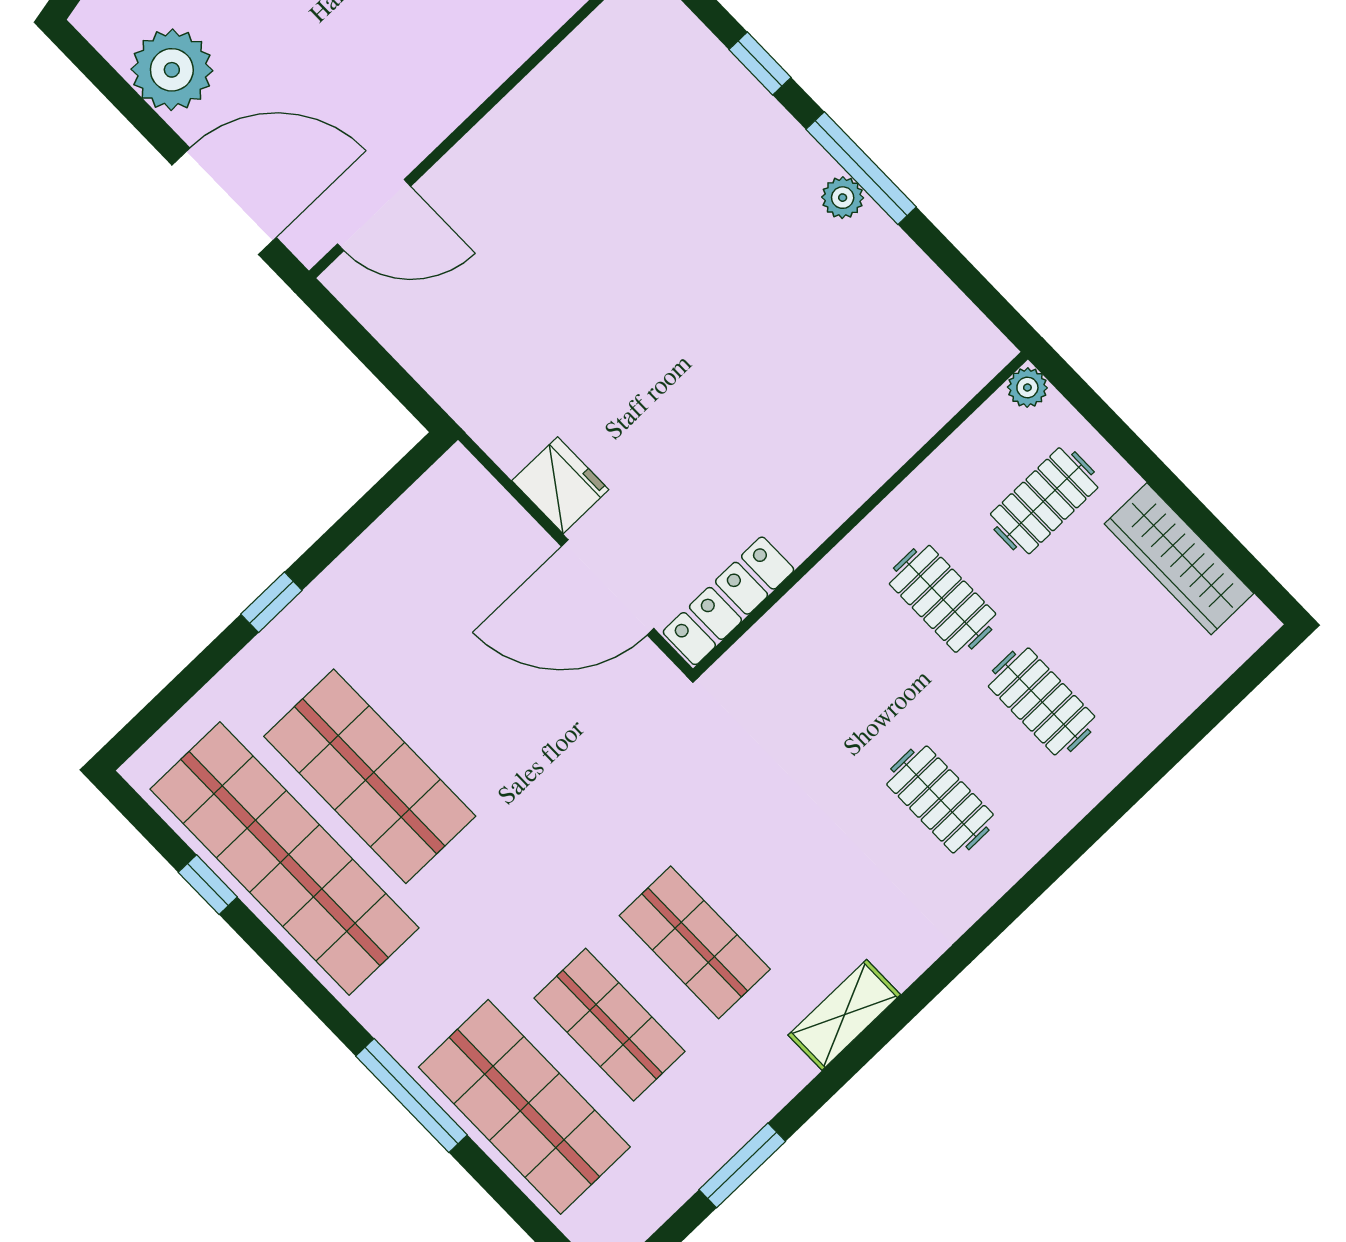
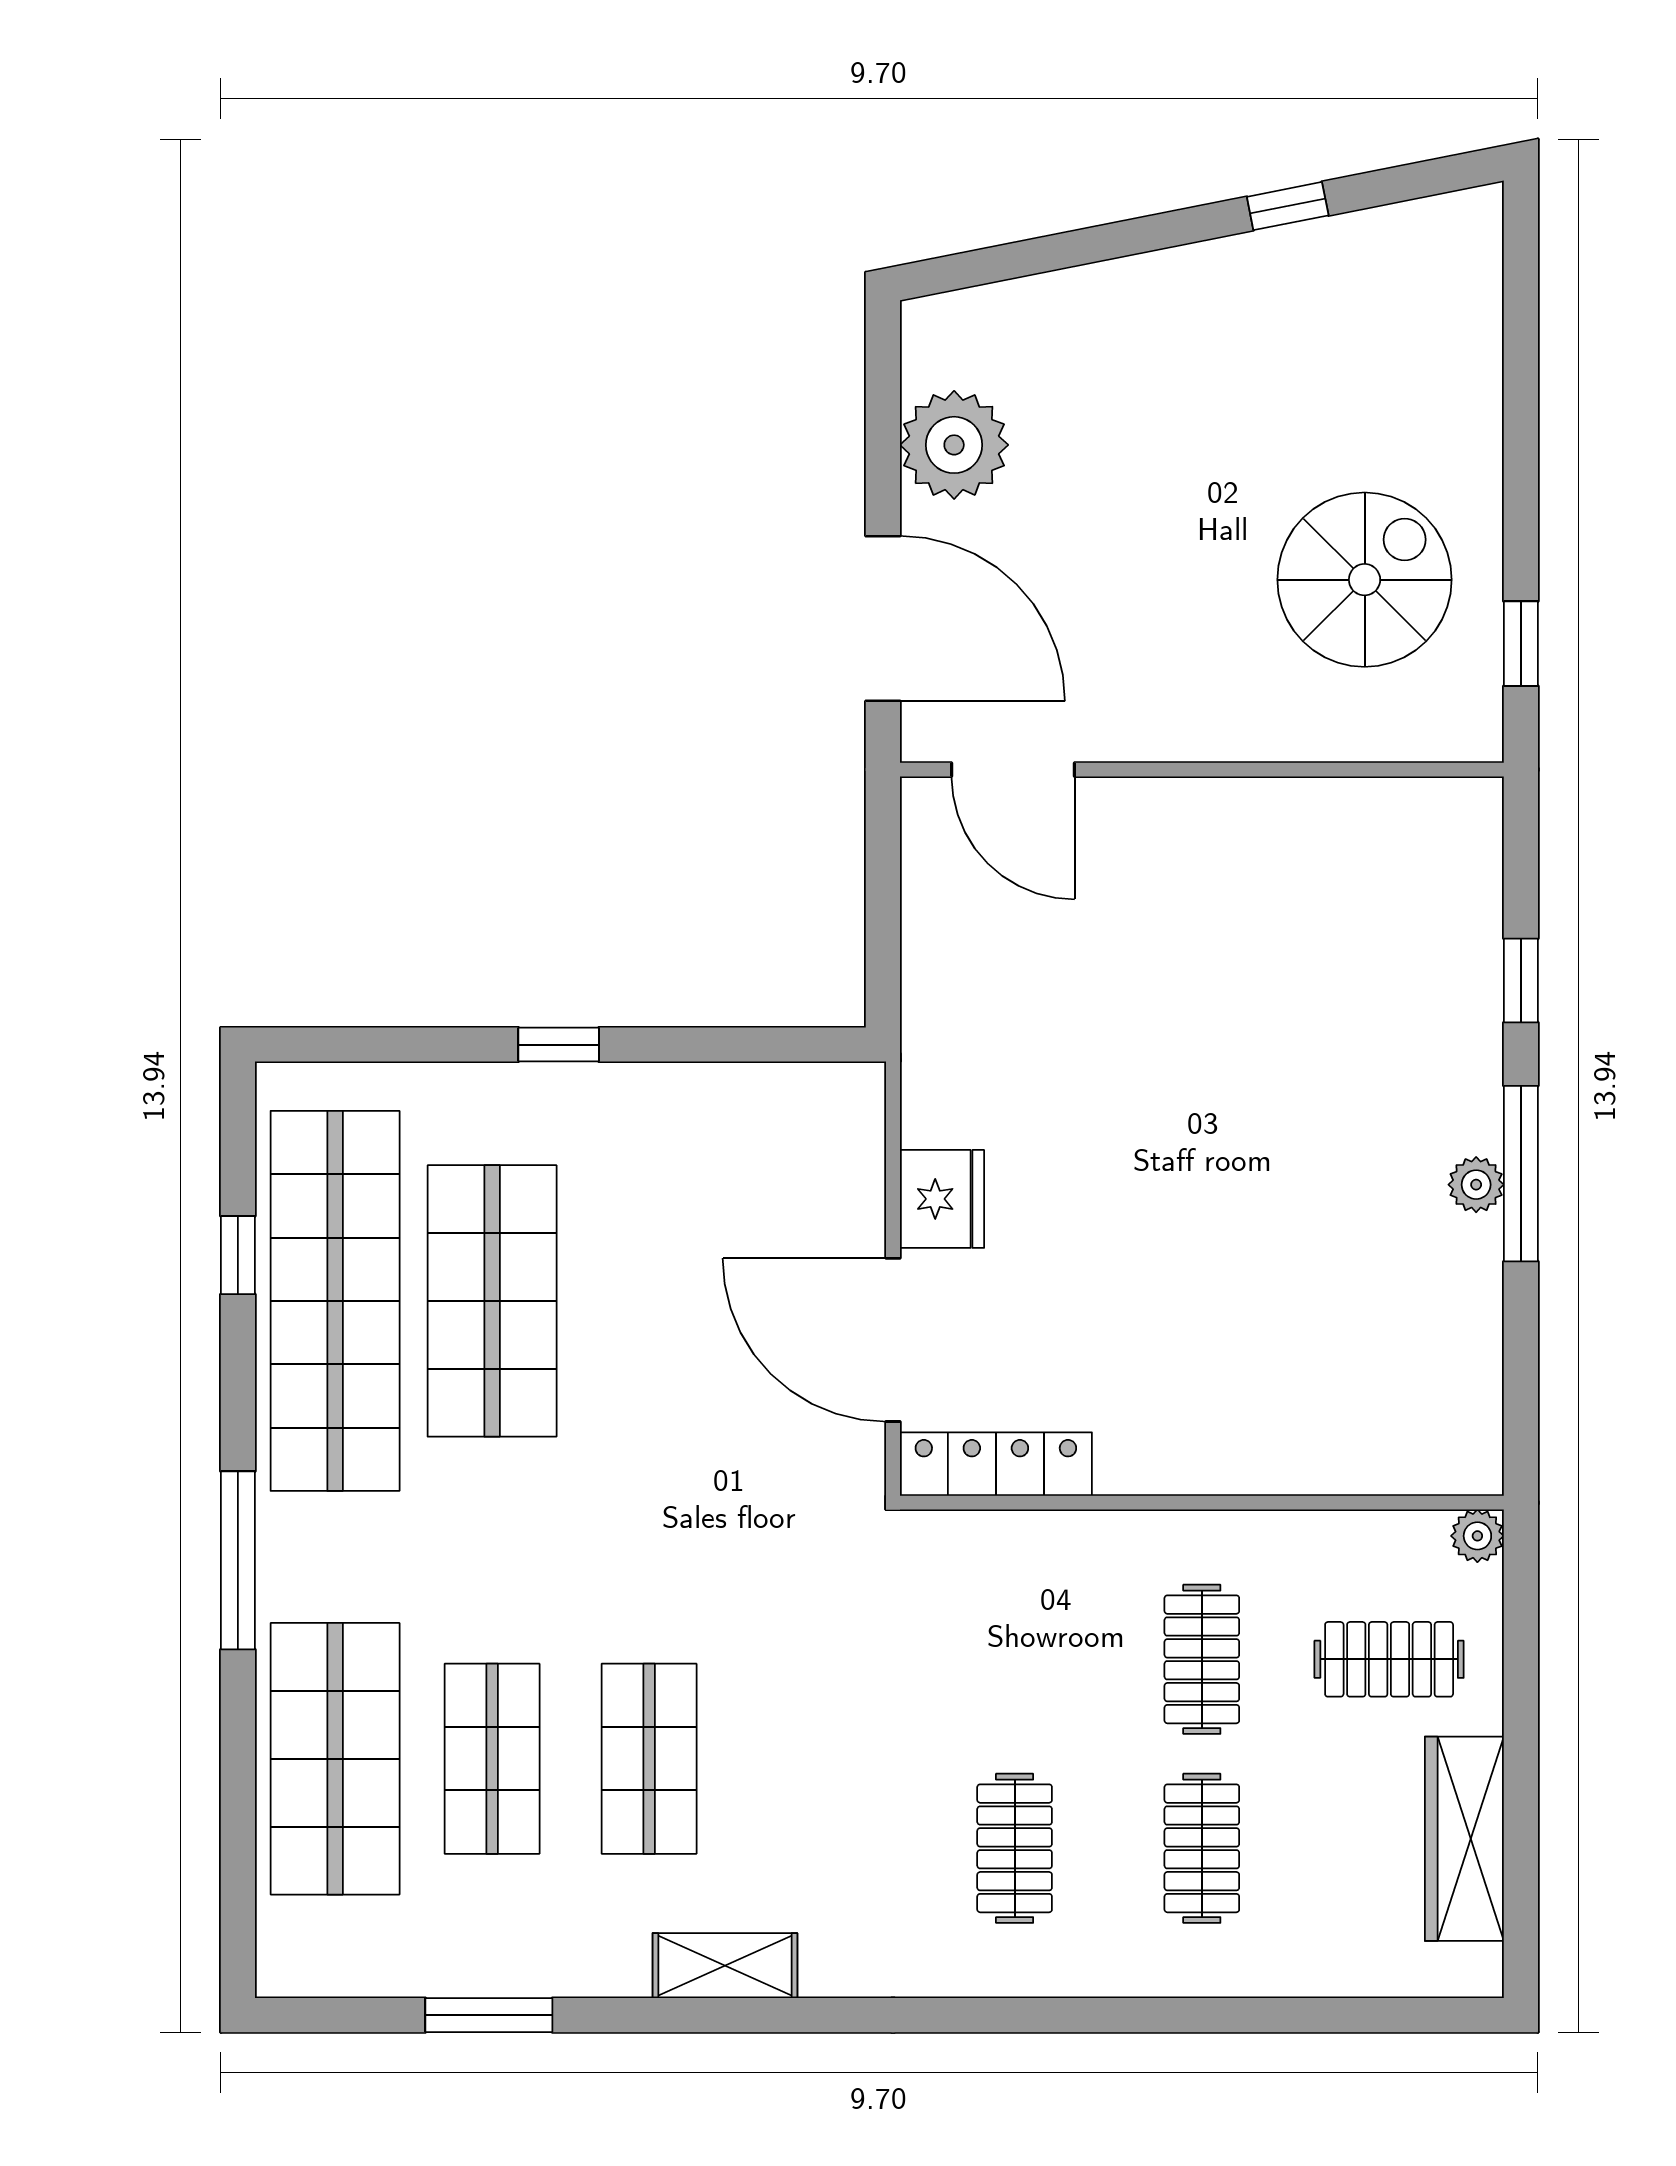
window: (412, 1095) -> (238, 1560), moved

